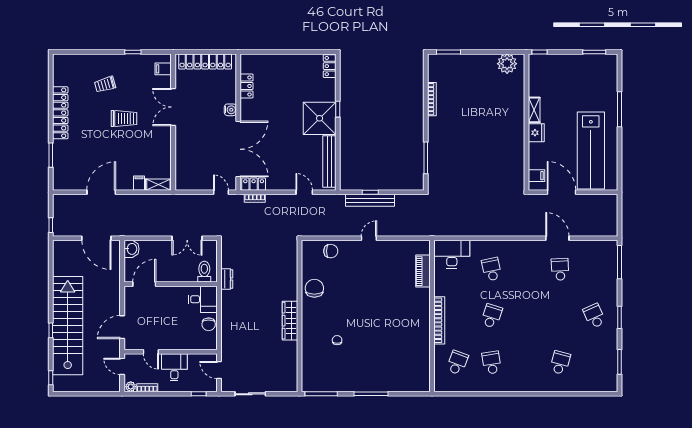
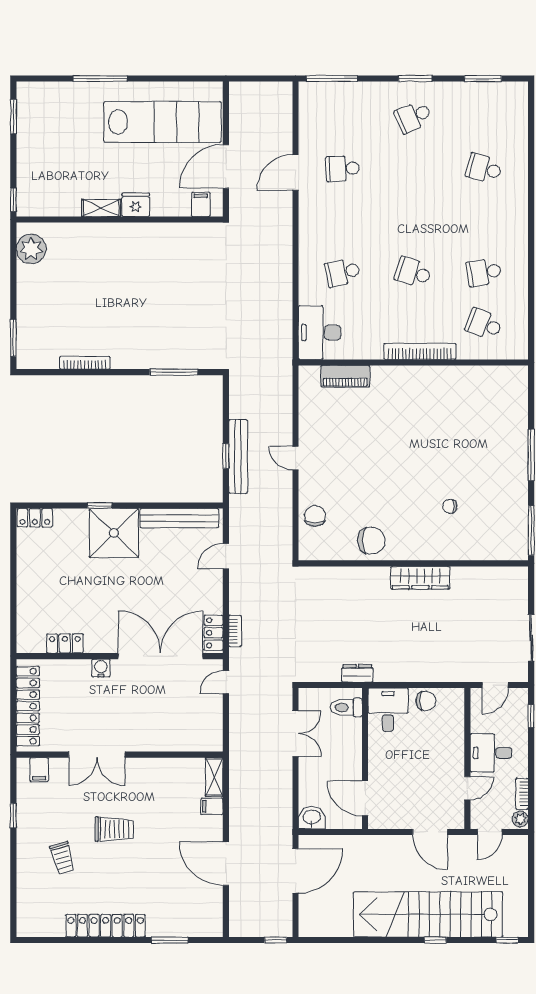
trolley: (124, 118) -> (114, 829), turned 90
chair: (314, 288) -> (371, 541), turned 180

